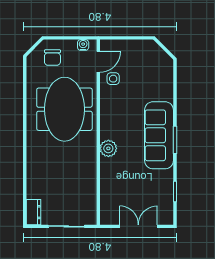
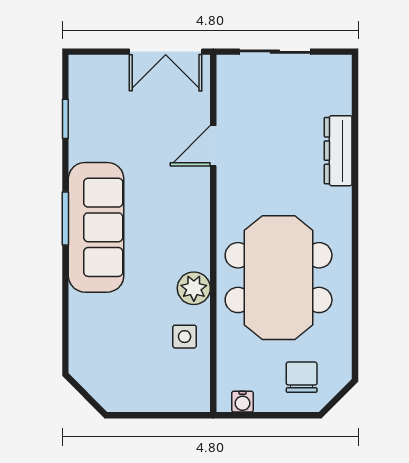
door: (98, 62) -> (213, 146), moved
plant: (108, 148) -> (194, 288), moved
dresser: (33, 212) -> (338, 151), moved, width x1.44
double door: (138, 226) -> (166, 52), moved

